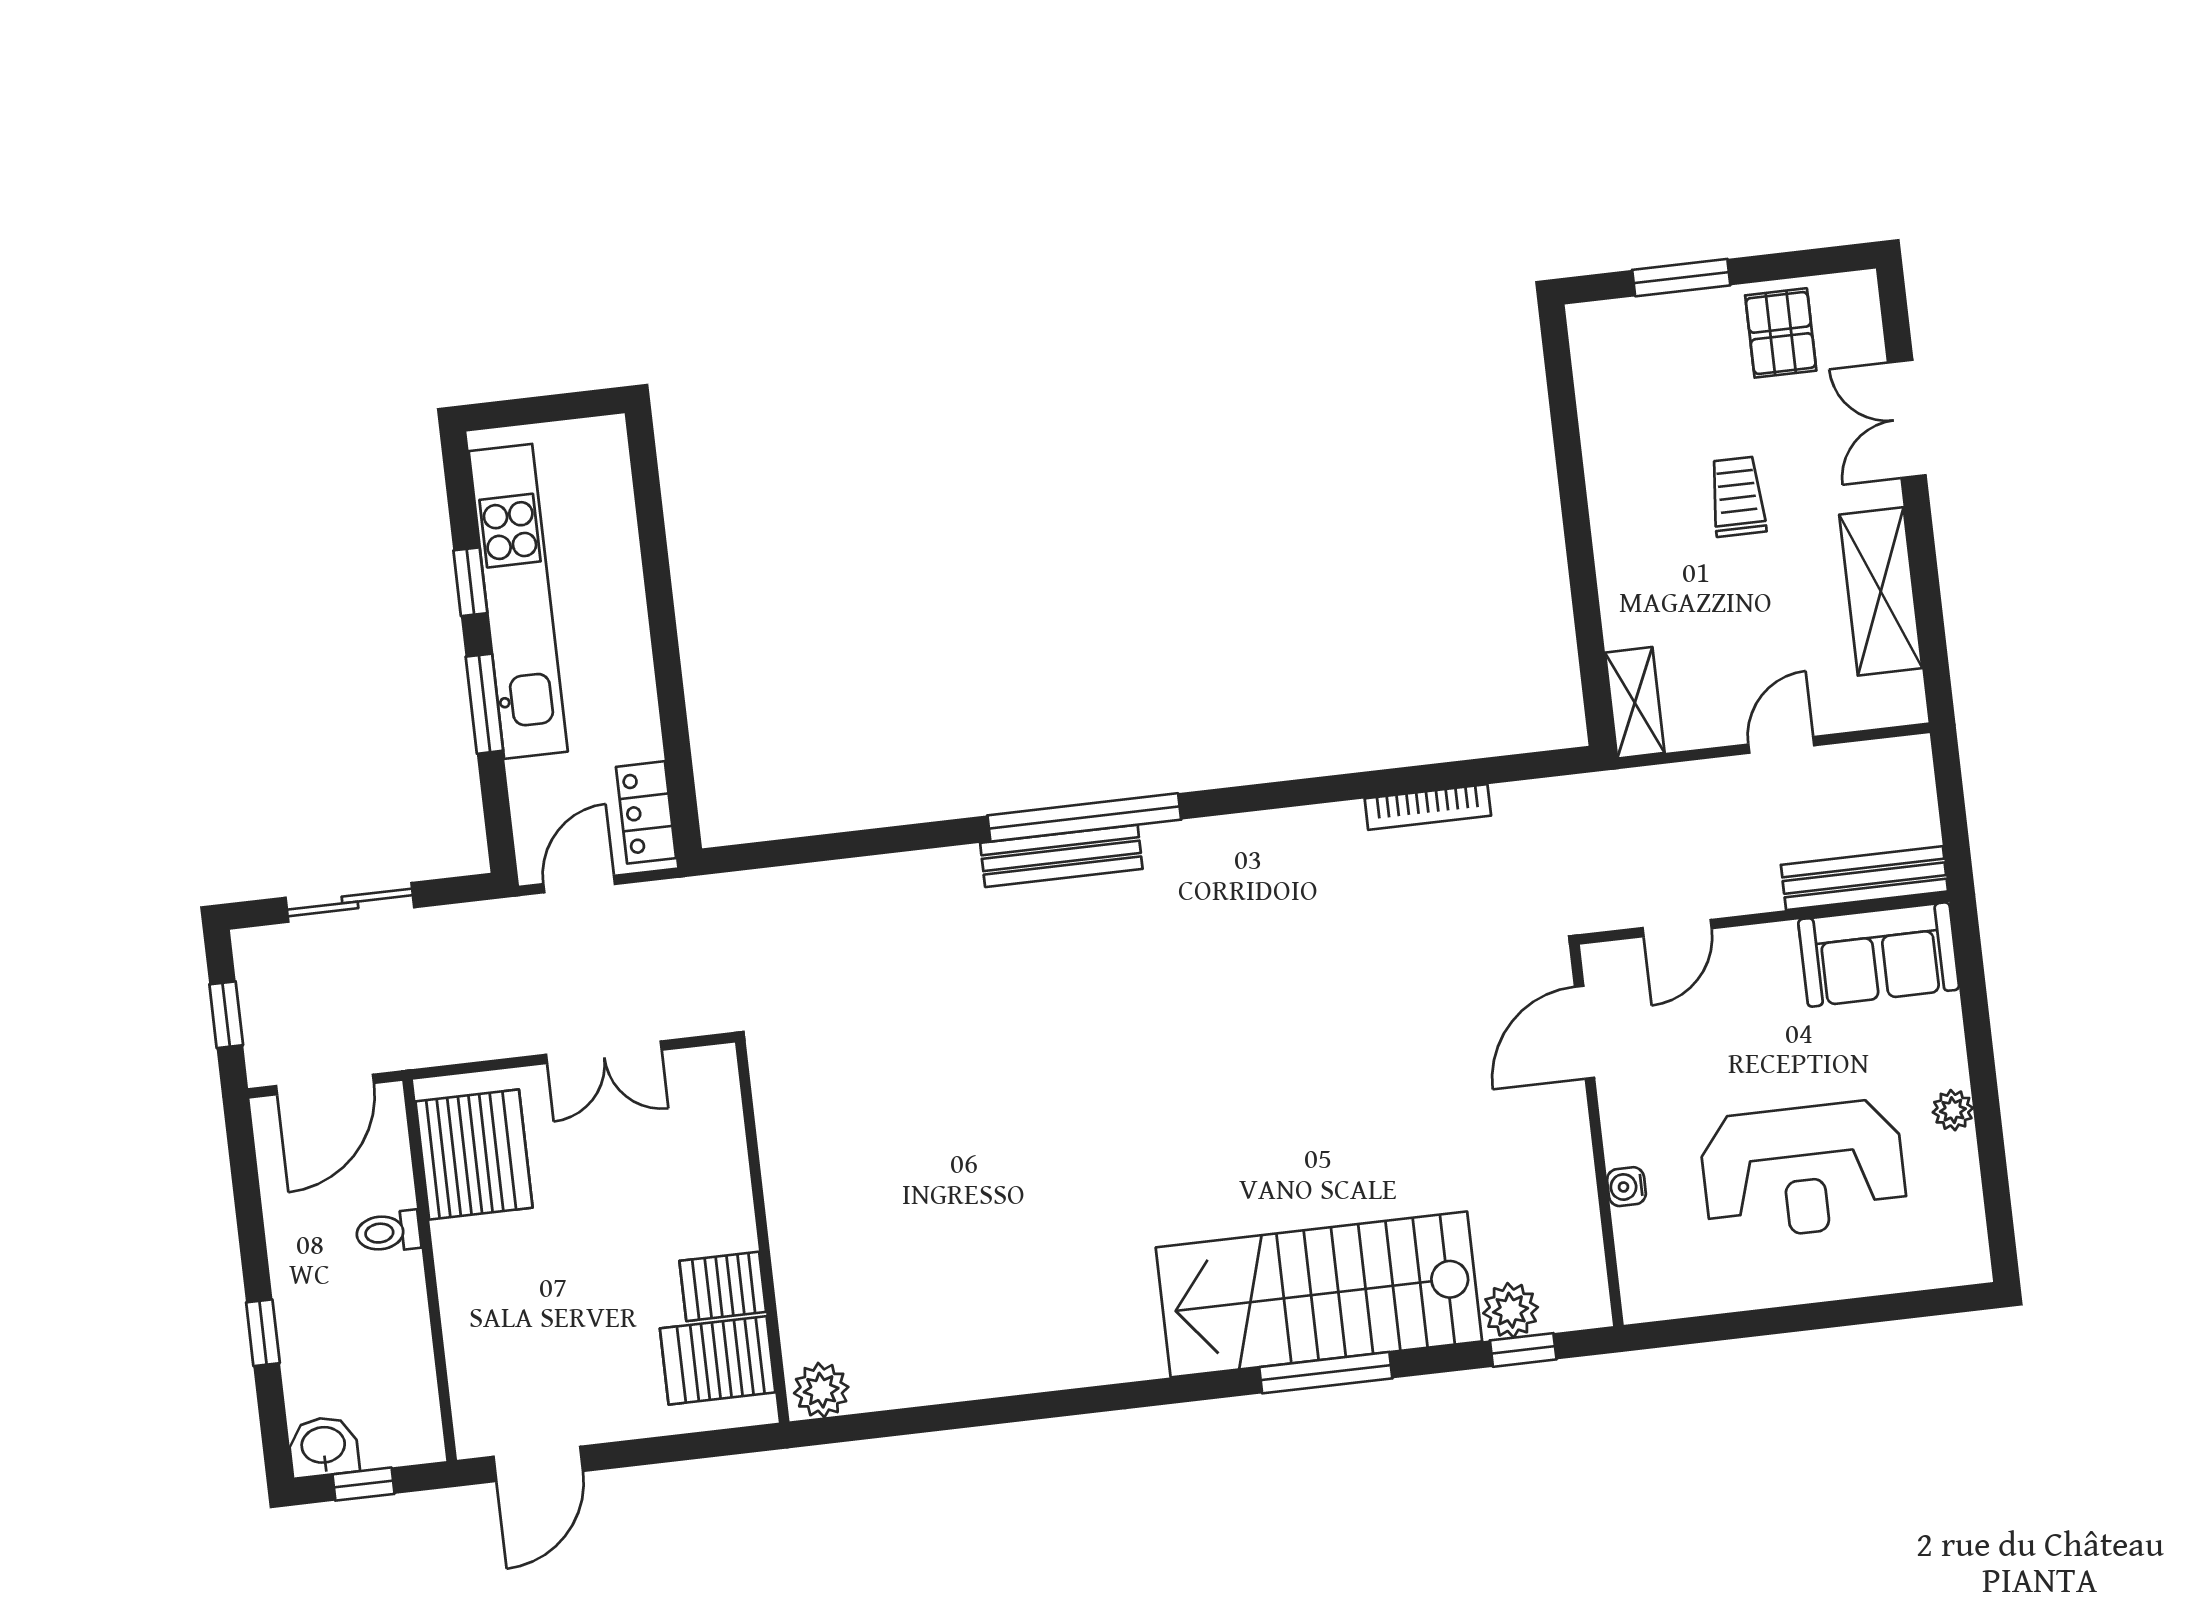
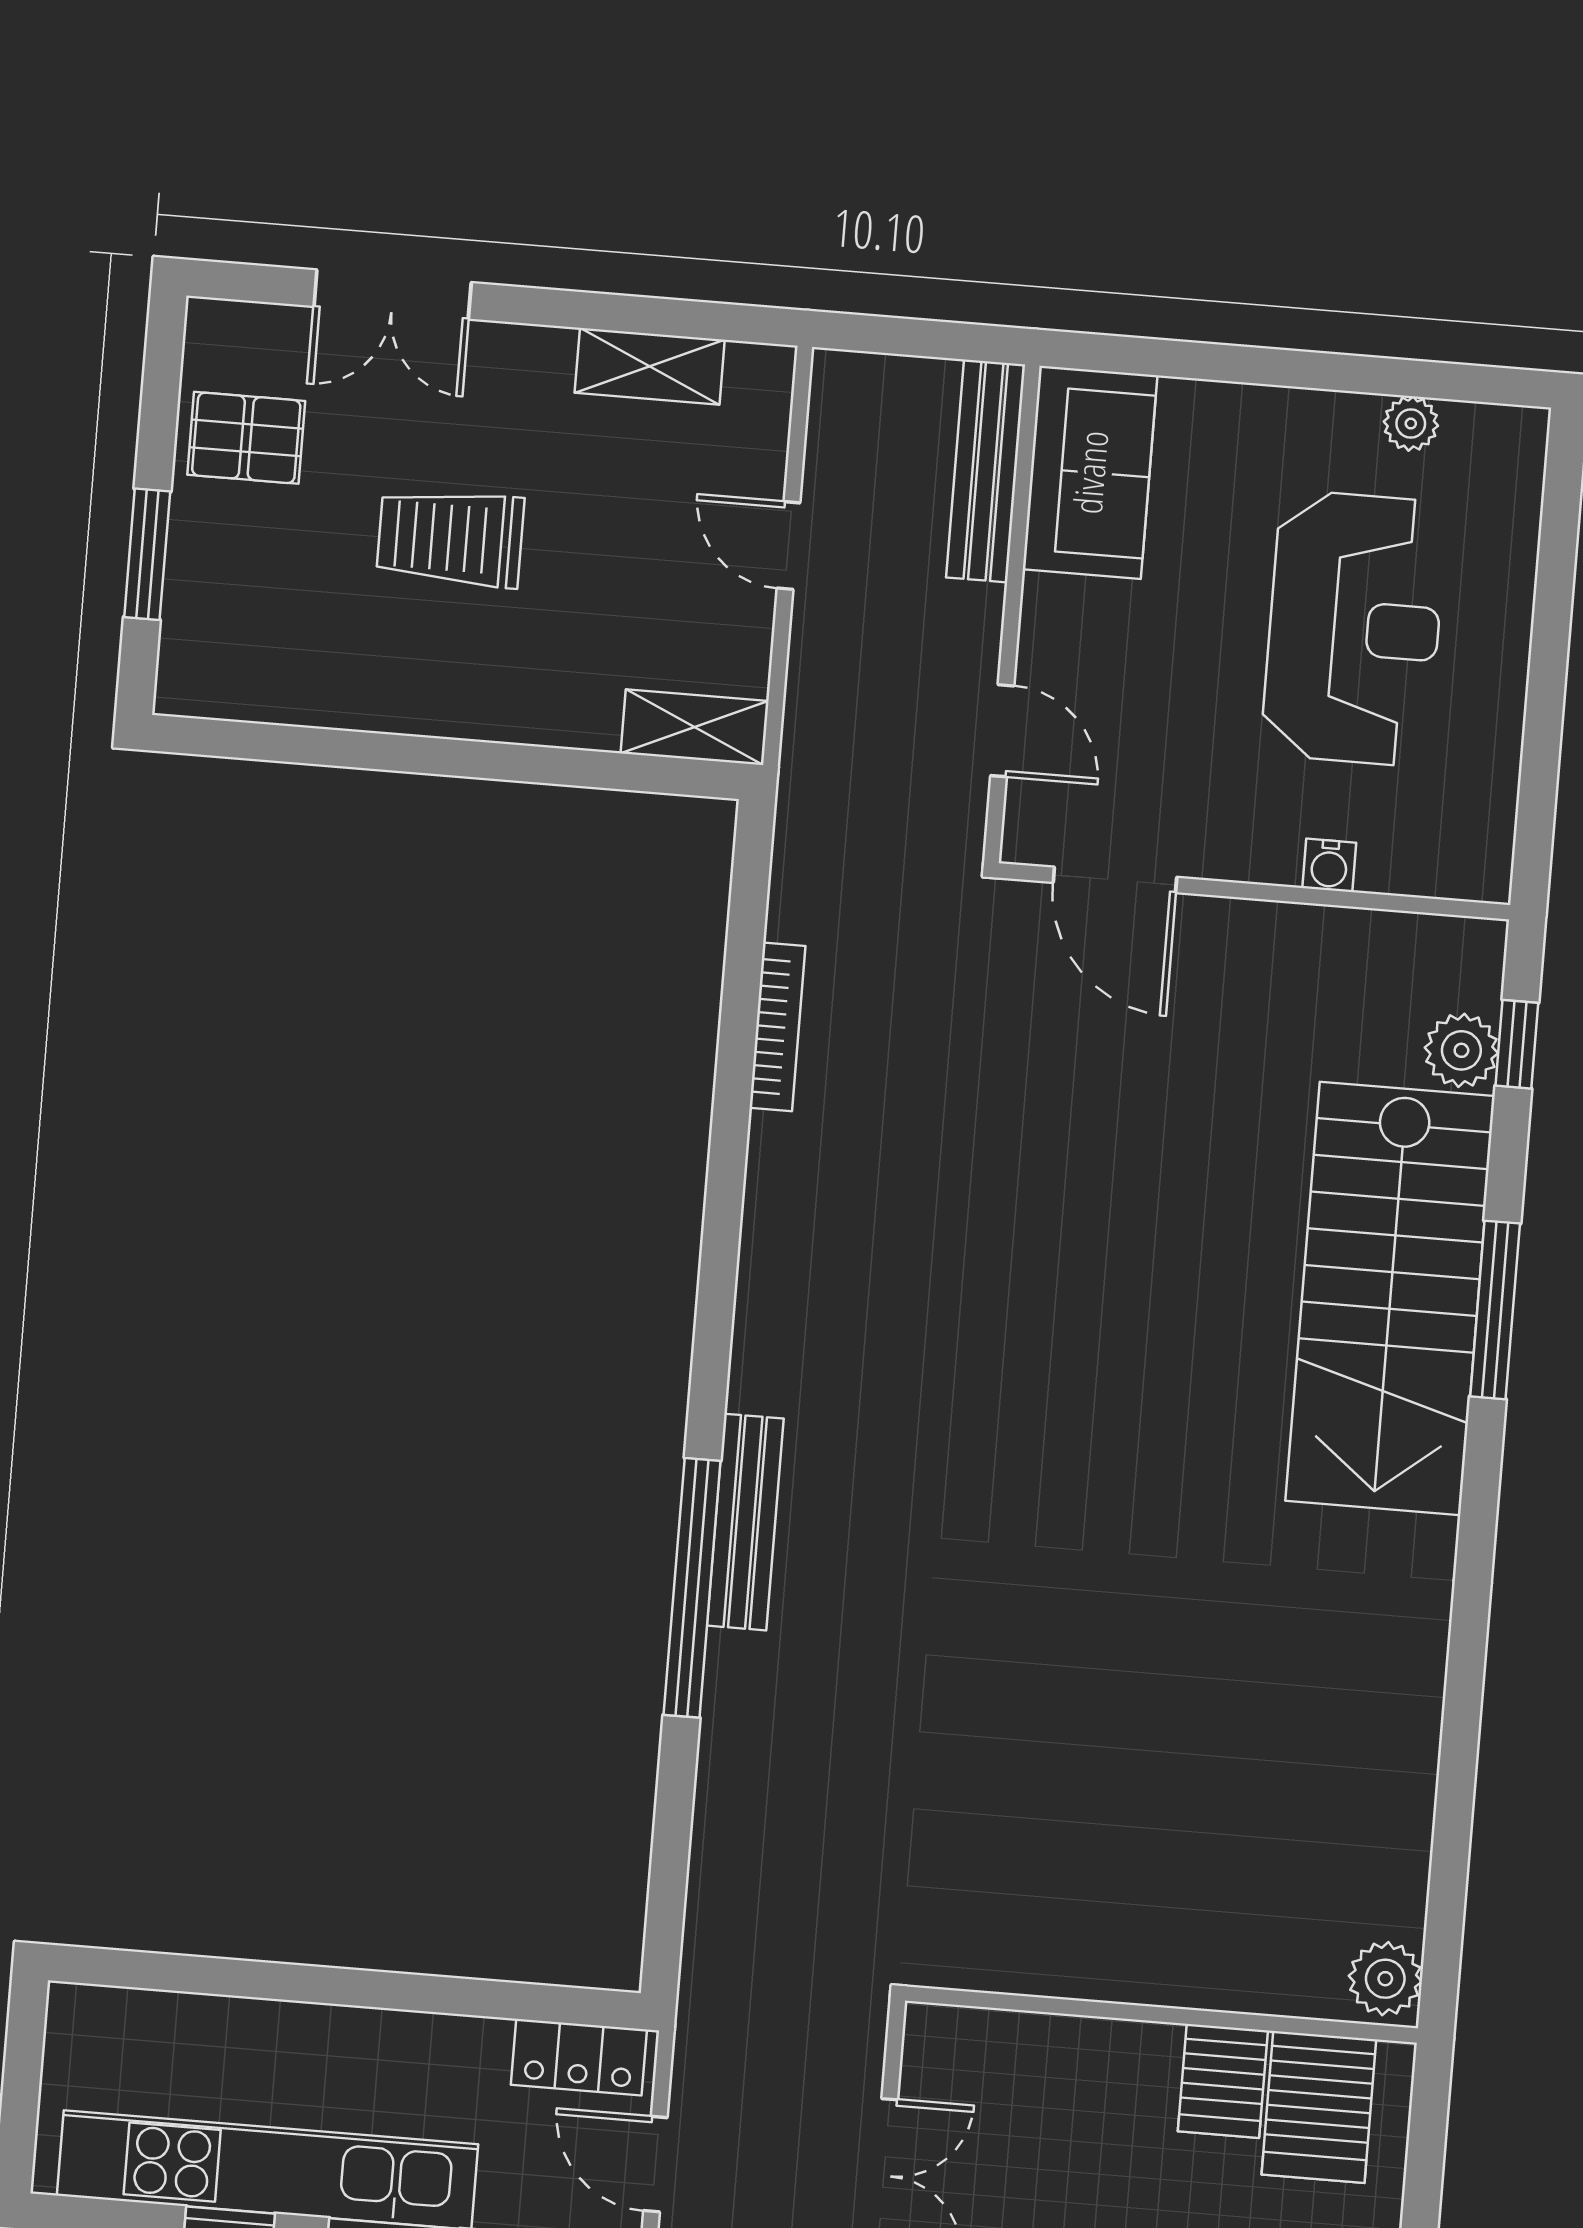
trolley: (1737, 497) -> (450, 538), width x1.36, depth x1.39
shelving: (1881, 591) -> (650, 366), width x0.67, depth x0.75
window: (1084, 817) -> (692, 1588), moved
plant: (1953, 1110) -> (1411, 424), moved

